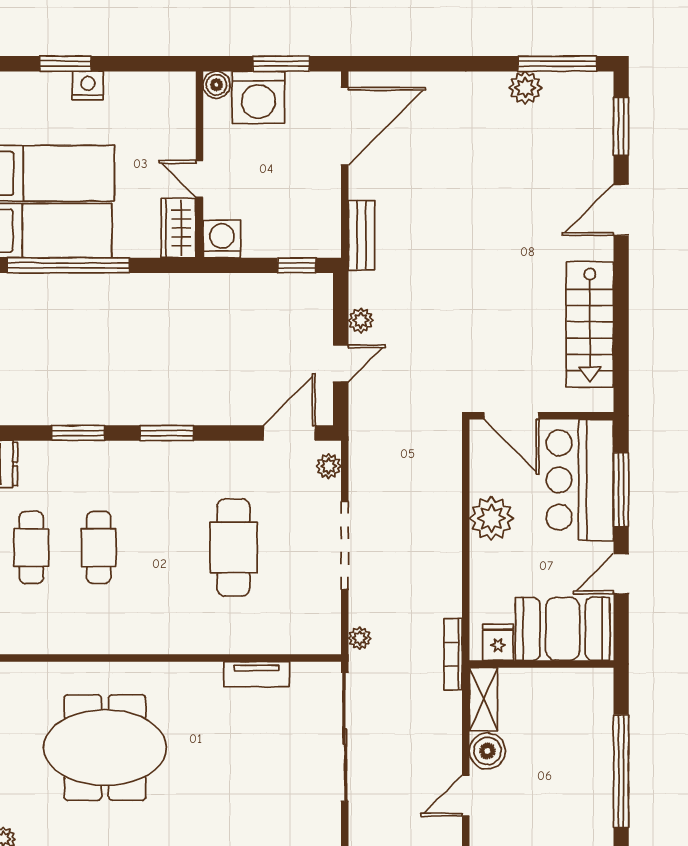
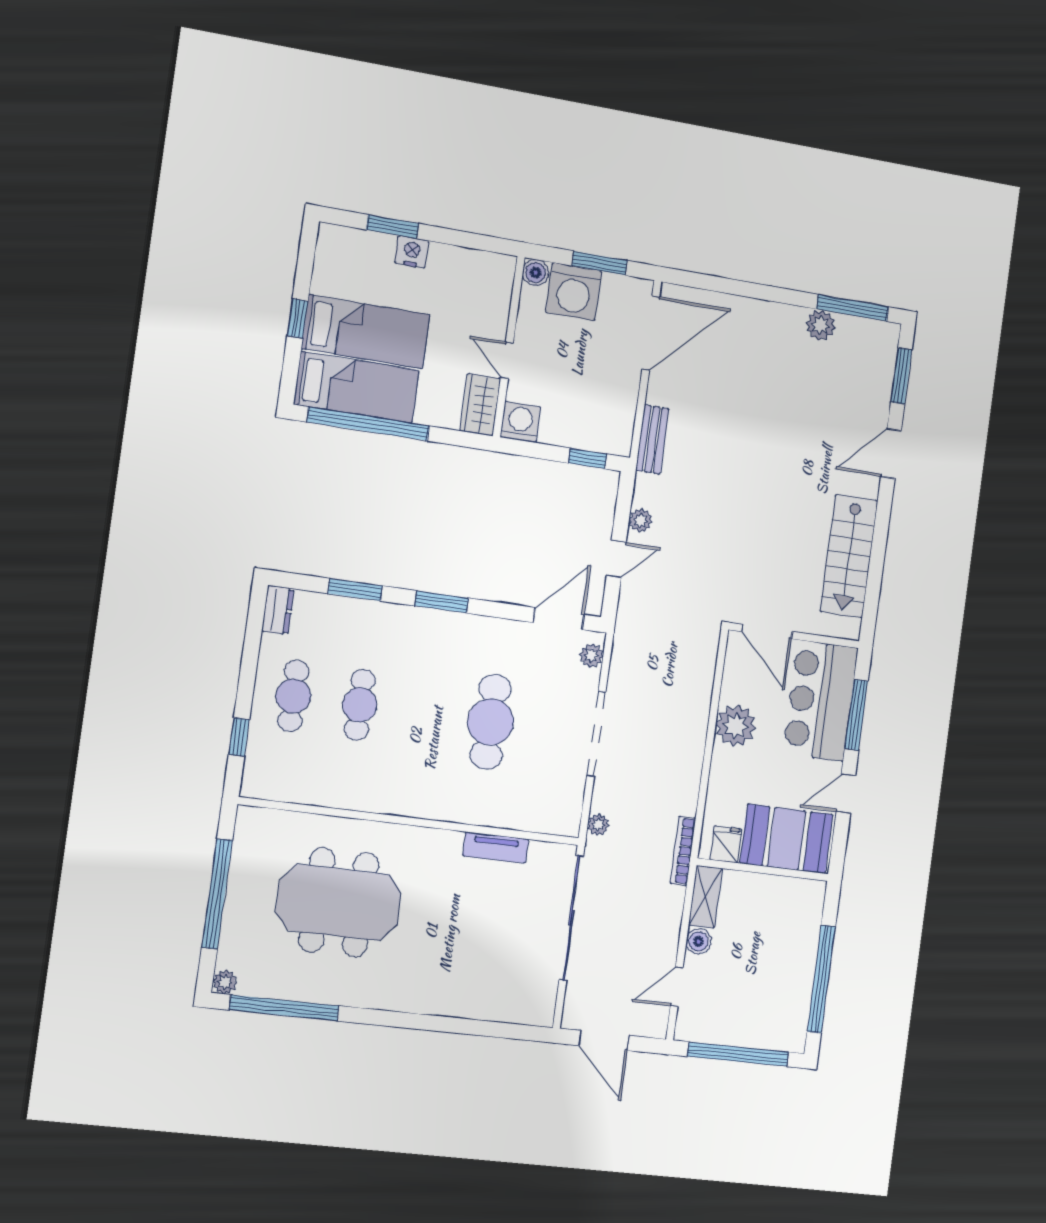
boiler: (487, 751) -> (699, 941), width x0.73, depth x0.73

